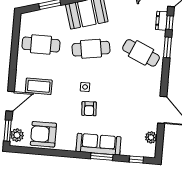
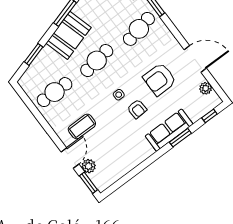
cafe table: (141, 53) -> (139, 29), turned -36
armchair: (43, 134) -> (160, 79), moved
plant: (17, 135) -> (89, 166), moved

